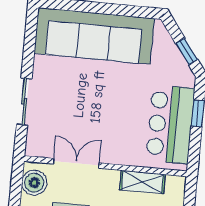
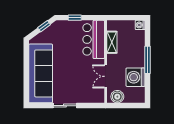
sliding door: (24, 101) -> (65, 106), moved
bar counter: (170, 124) -> (94, 39), moved, turned 90

